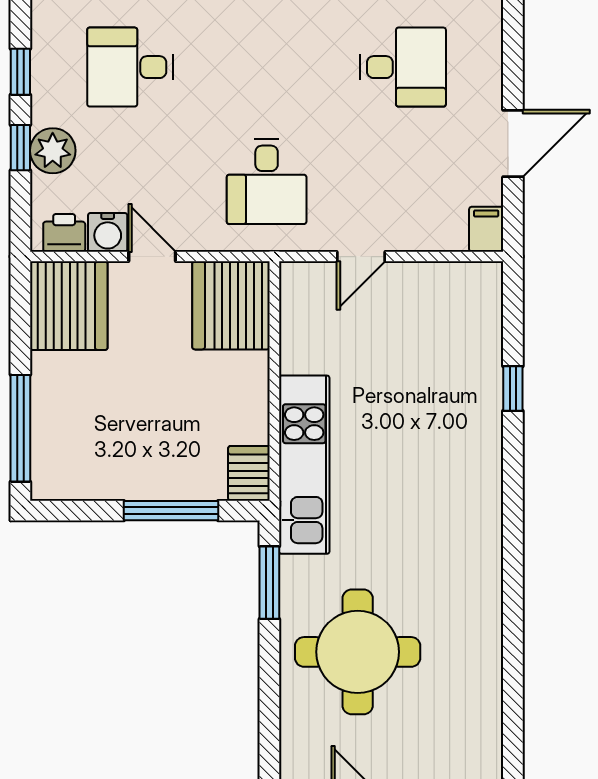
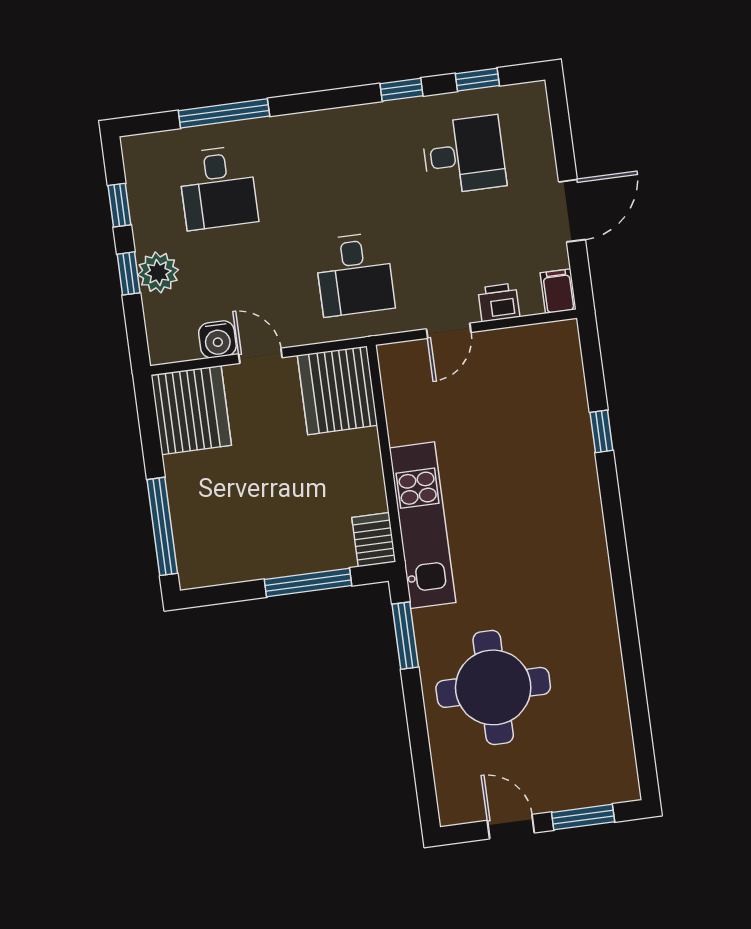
desk: (130, 67) -> (218, 188), turned -90
printer: (64, 233) -> (499, 302), moved

